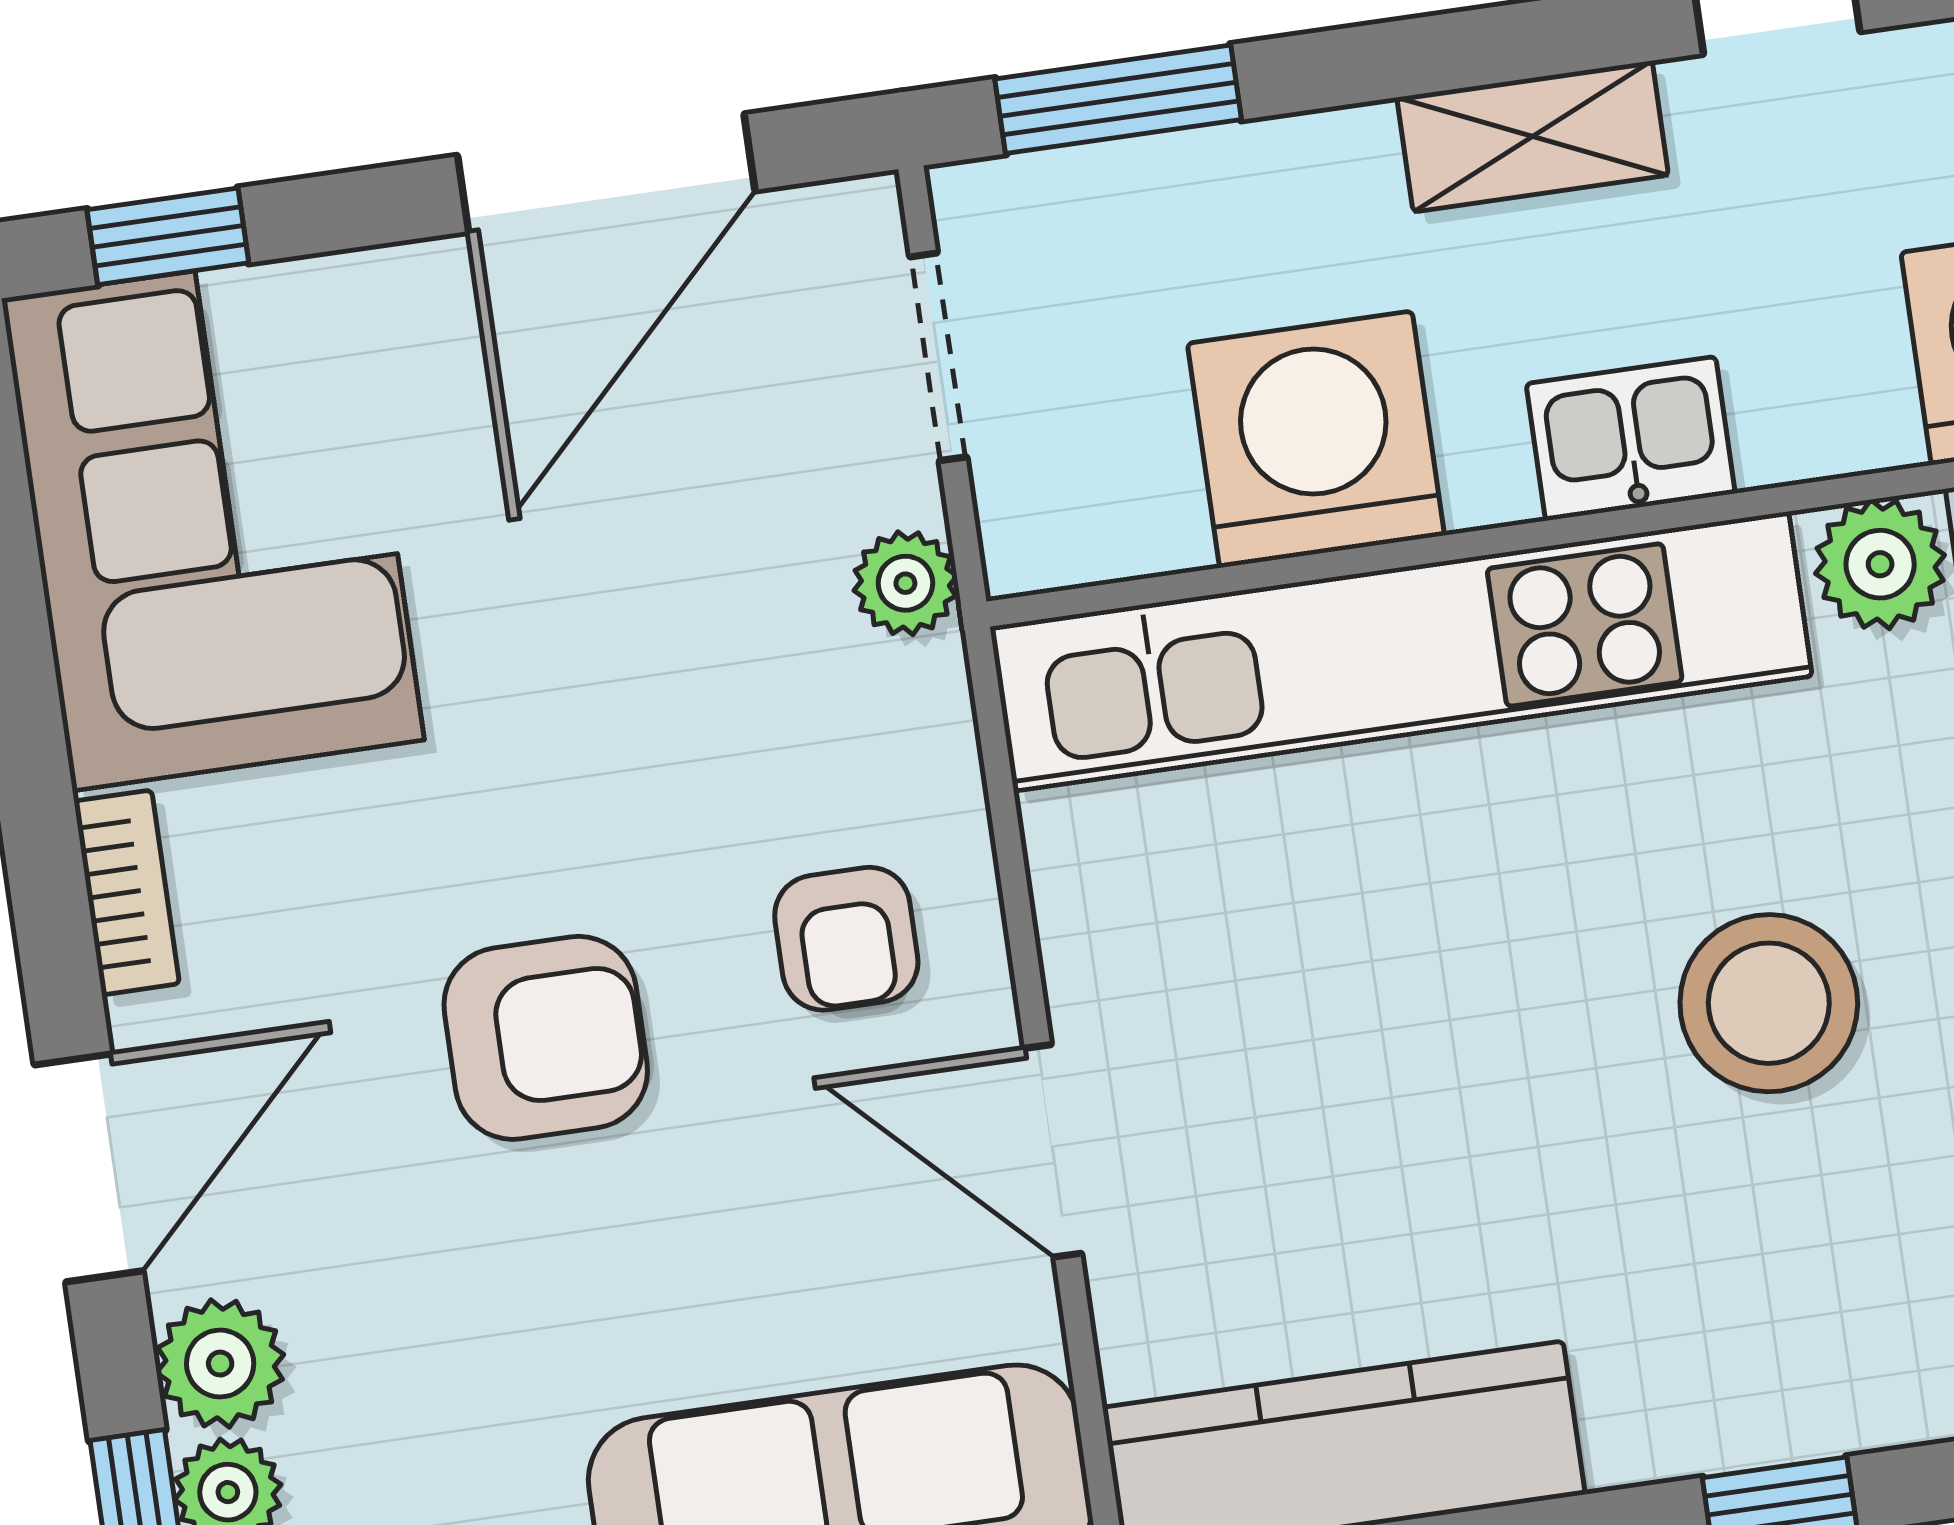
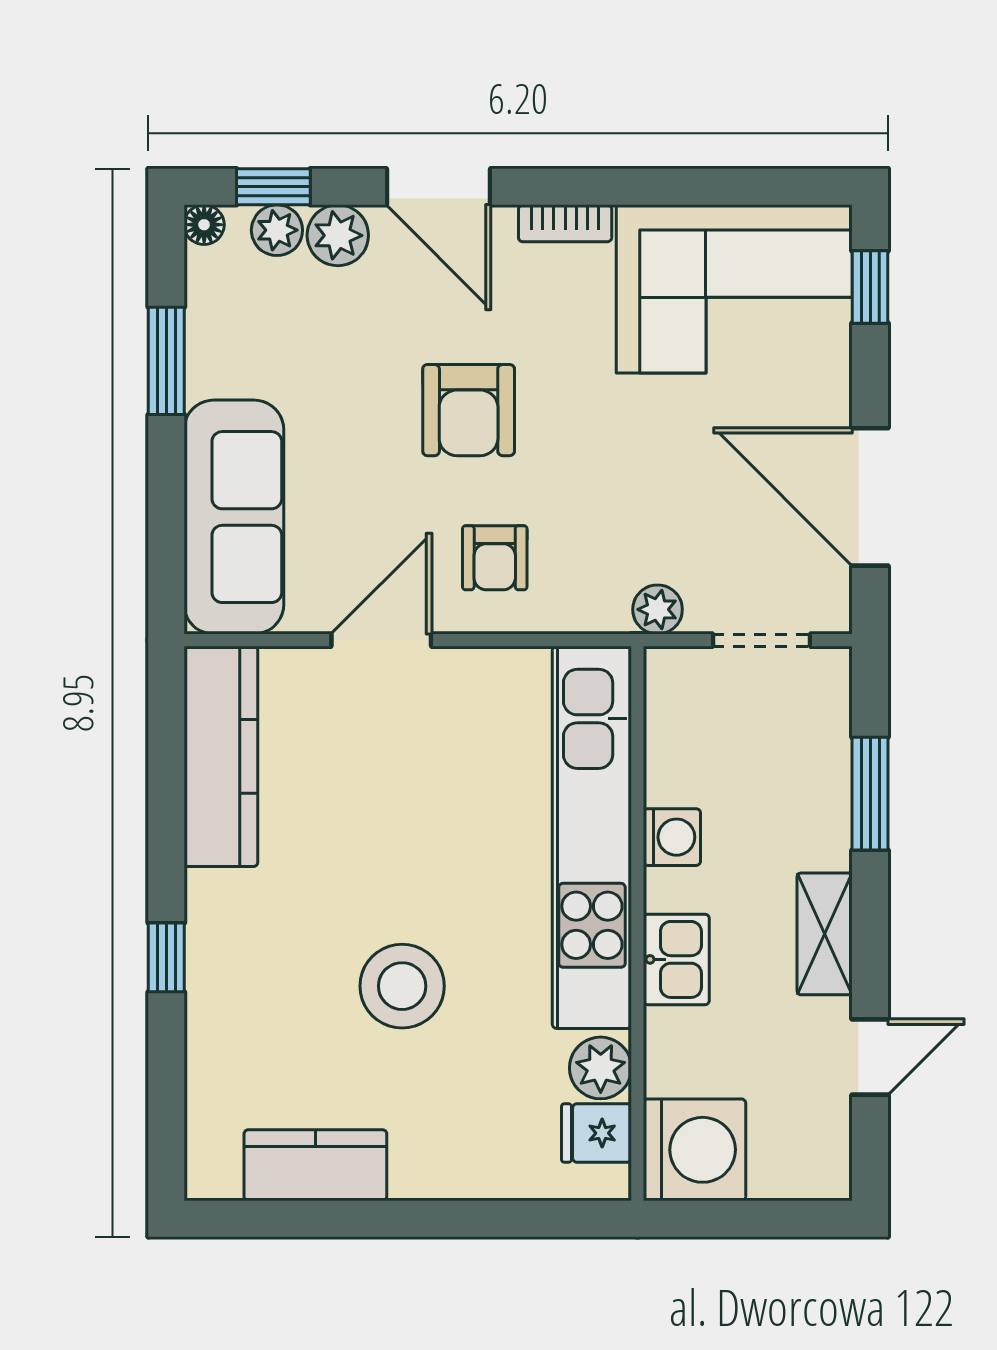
window: (1118, 99) -> (870, 794), moved
washing machine: (1316, 439) -> (672, 837), width x0.53, depth x0.53
armchair: (846, 939) -> (495, 558), turned -90

